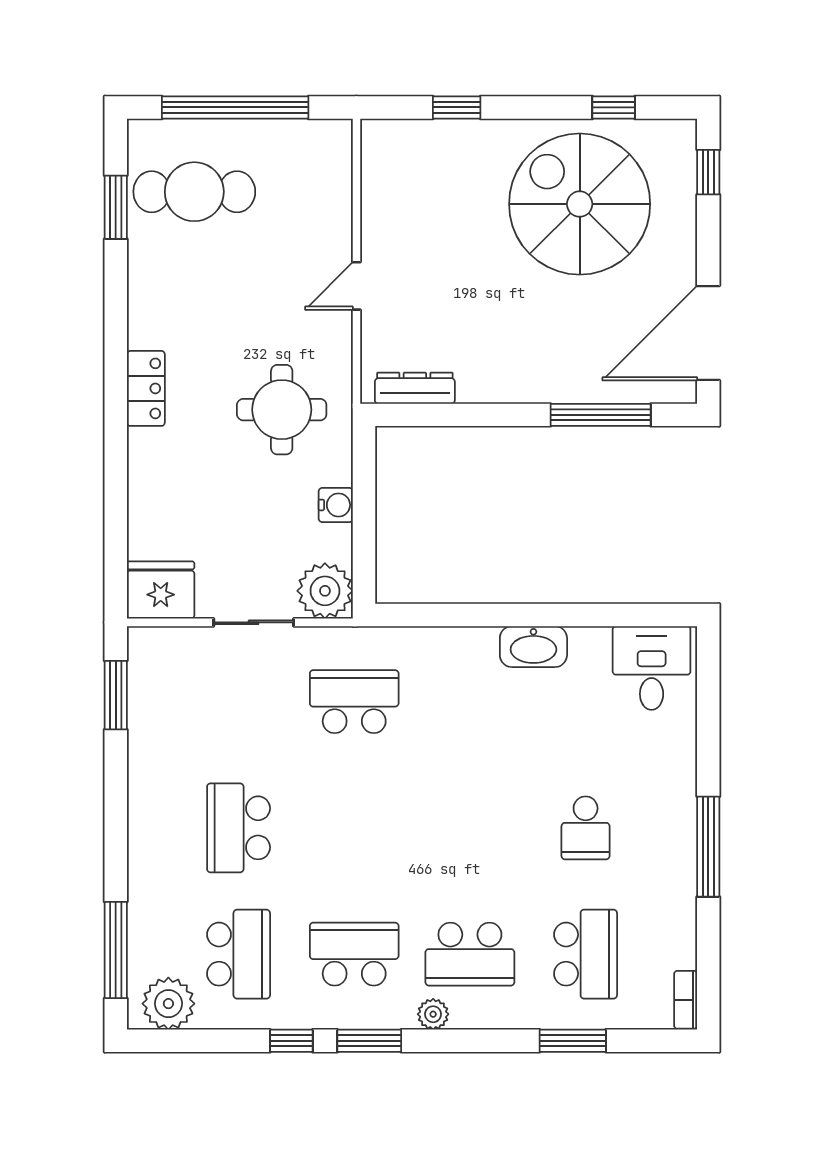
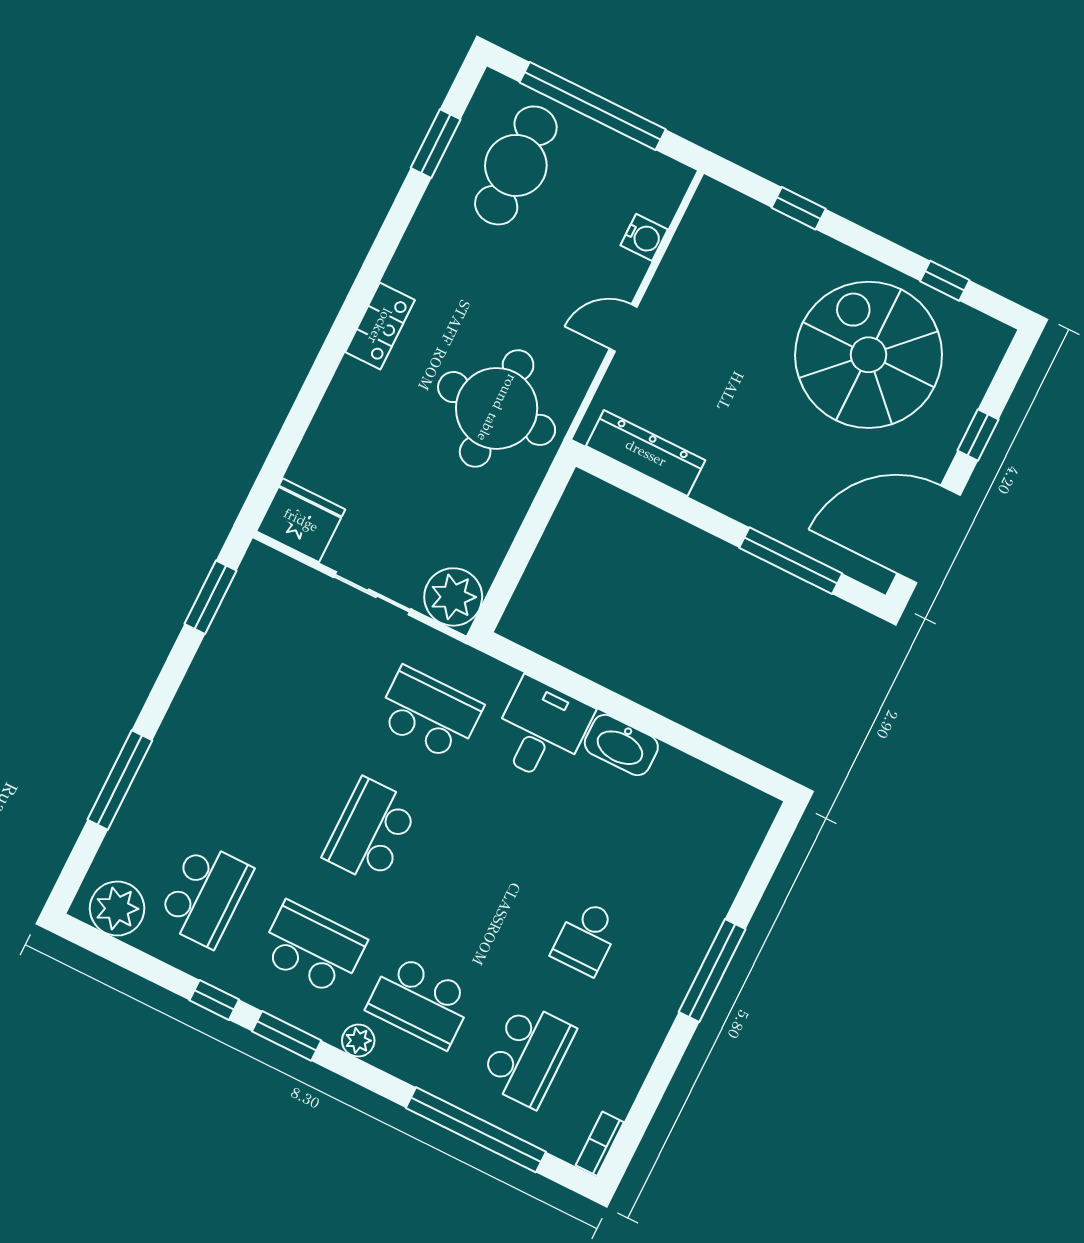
window: (708, 172) -> (978, 435), moved
cafe table: (194, 192) -> (516, 165), turned 90
dresser: (415, 388) -> (646, 453), width x1.37, depth x1.24
round table: (282, 410) -> (497, 408), width x1.36, depth x1.36
water cooler: (336, 505) -> (644, 237), moved
desk: (652, 668) -> (541, 730), moved
school desk: (239, 828) -> (371, 831), moved
window: (708, 847) -> (712, 971), moved
window: (116, 950) -> (120, 780), moved
window: (573, 1041) -> (476, 1130), width x2.11

